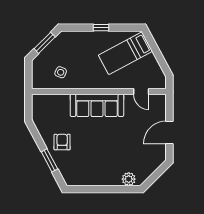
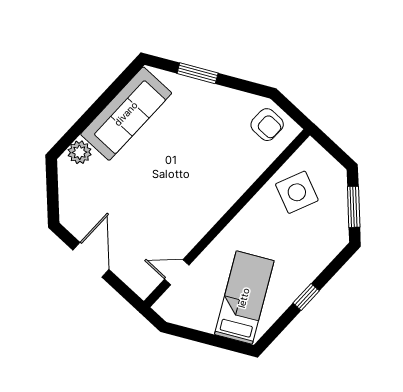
side table: (61, 72) -> (297, 192), width x1.87, depth x1.87
sofa: (97, 105) -> (126, 114), moved, turned 180
armchair: (62, 142) -> (267, 125), moved

